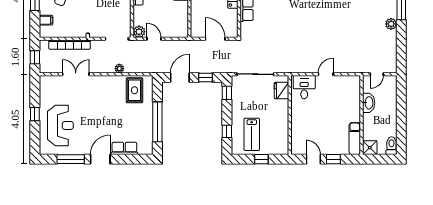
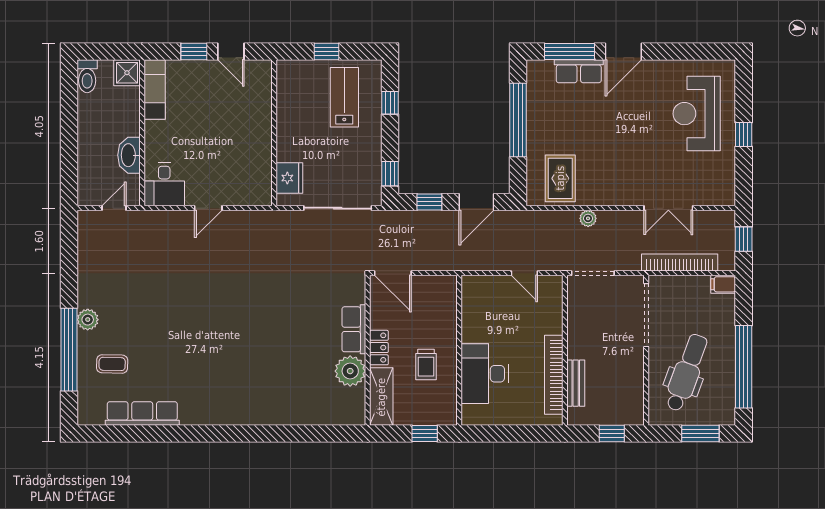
filing cabinet: (46, 20) -> (723, 284), moved
plant: (391, 24) -> (88, 320), moved
plant: (139, 32) -> (552, 286), removed
door: (215, 39) -> (393, 273), moved
desk: (304, 87) -> (164, 184), moved
window: (71, 159) -> (570, 52), moved

